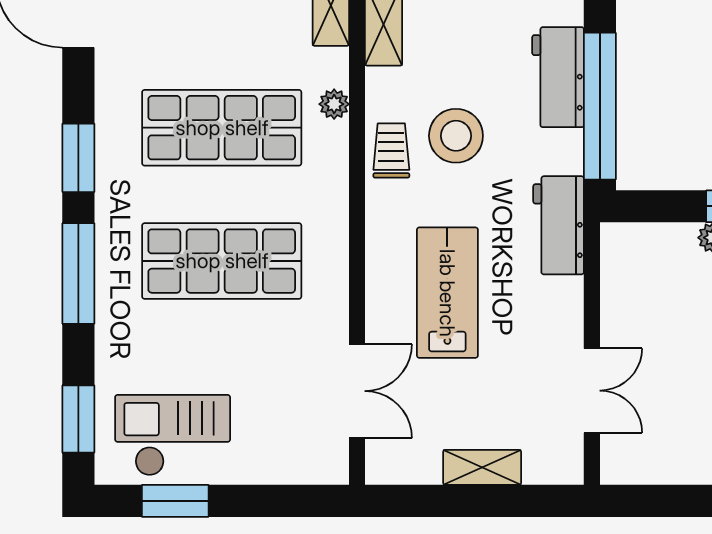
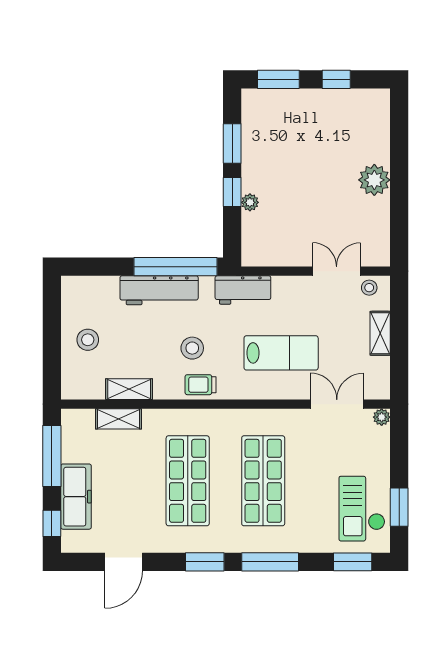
workbench: (558, 77) -> (159, 290), width x1.38
plant: (334, 104) -> (382, 417), moved
stool: (456, 136) -> (192, 348), width x0.73, depth x0.73
lab bench: (447, 293) -> (281, 353), turned 180
stool: (563, 448) -> (369, 288), added

